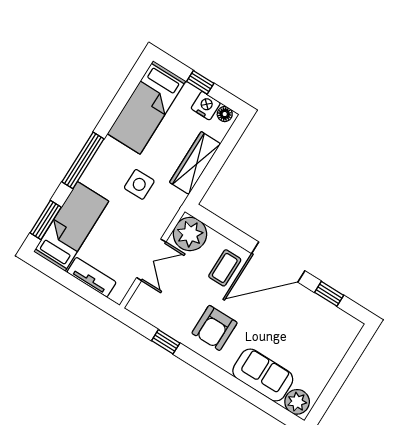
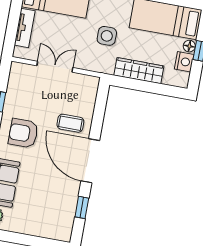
floor lamp: (225, 114) -> (189, 46), moved
plant: (190, 234) -> (85, 88), removed
double door: (151, 260) -> (55, 67), swing flipped

